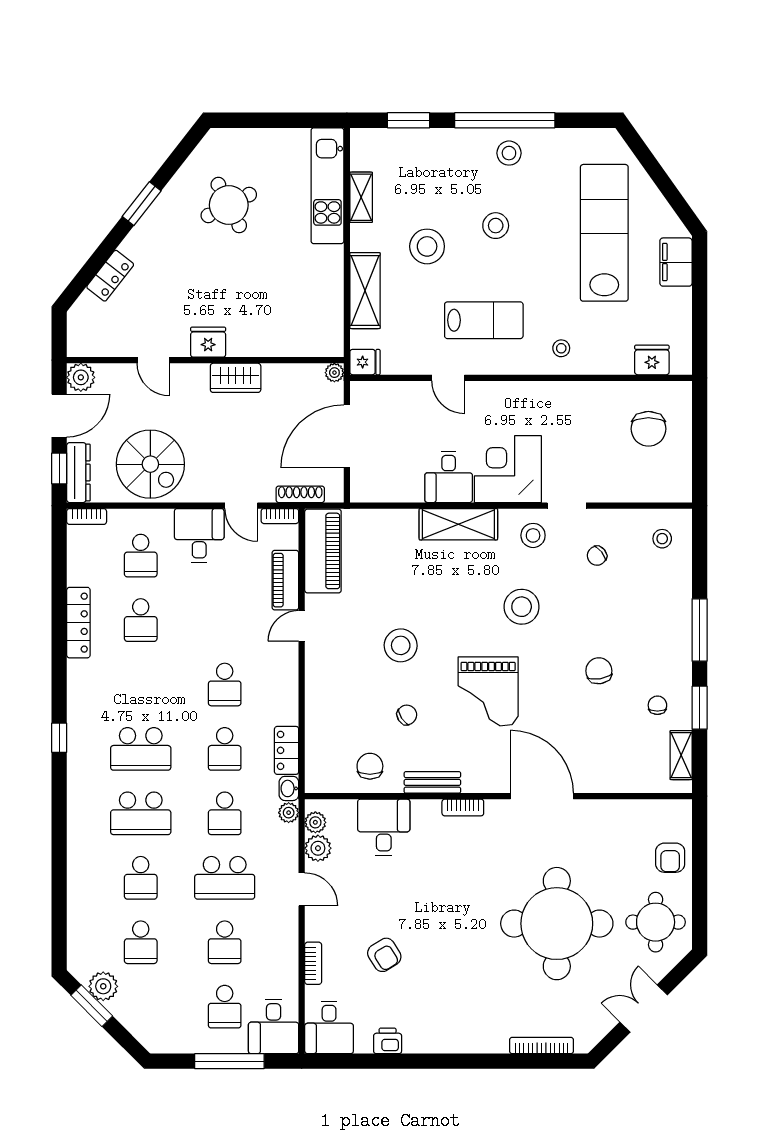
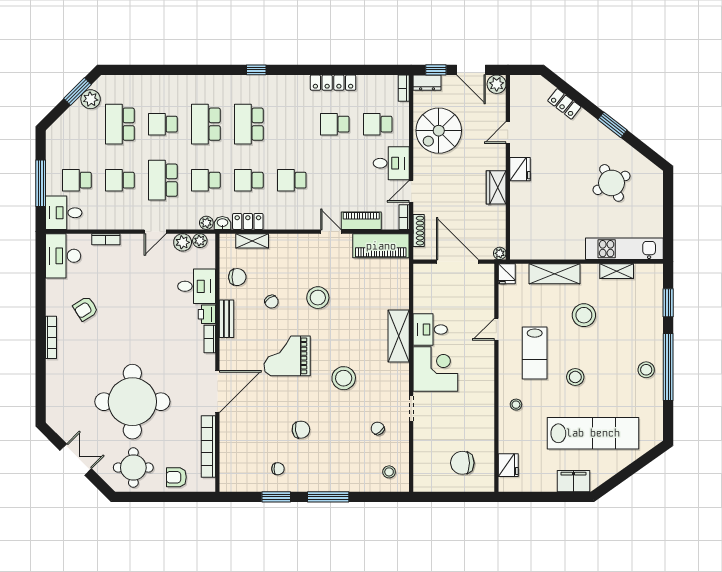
stool: (496, 226) -> (575, 377), moved
dresser: (78, 473) -> (427, 83), width x0.70
stool: (533, 535) -> (391, 386), removed
shelving: (681, 755) -> (252, 241), moved
bookcase: (624, 810) -> (208, 447), added
school desk: (141, 942) -> (120, 124), width x1.85
armchair: (384, 955) -> (85, 309), moved
desk: (329, 1027) -> (63, 256), width x1.37
printer: (388, 1041) -> (207, 314), moved, turned 180
bookcase: (541, 1046) -> (51, 337), moved

